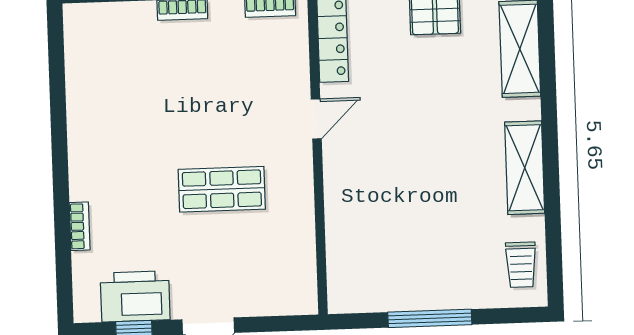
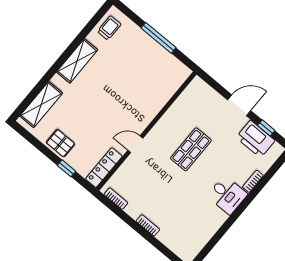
desk: (101, 169) -> (227, 195), added
shop shelf: (222, 189) -> (191, 149), turned 90

